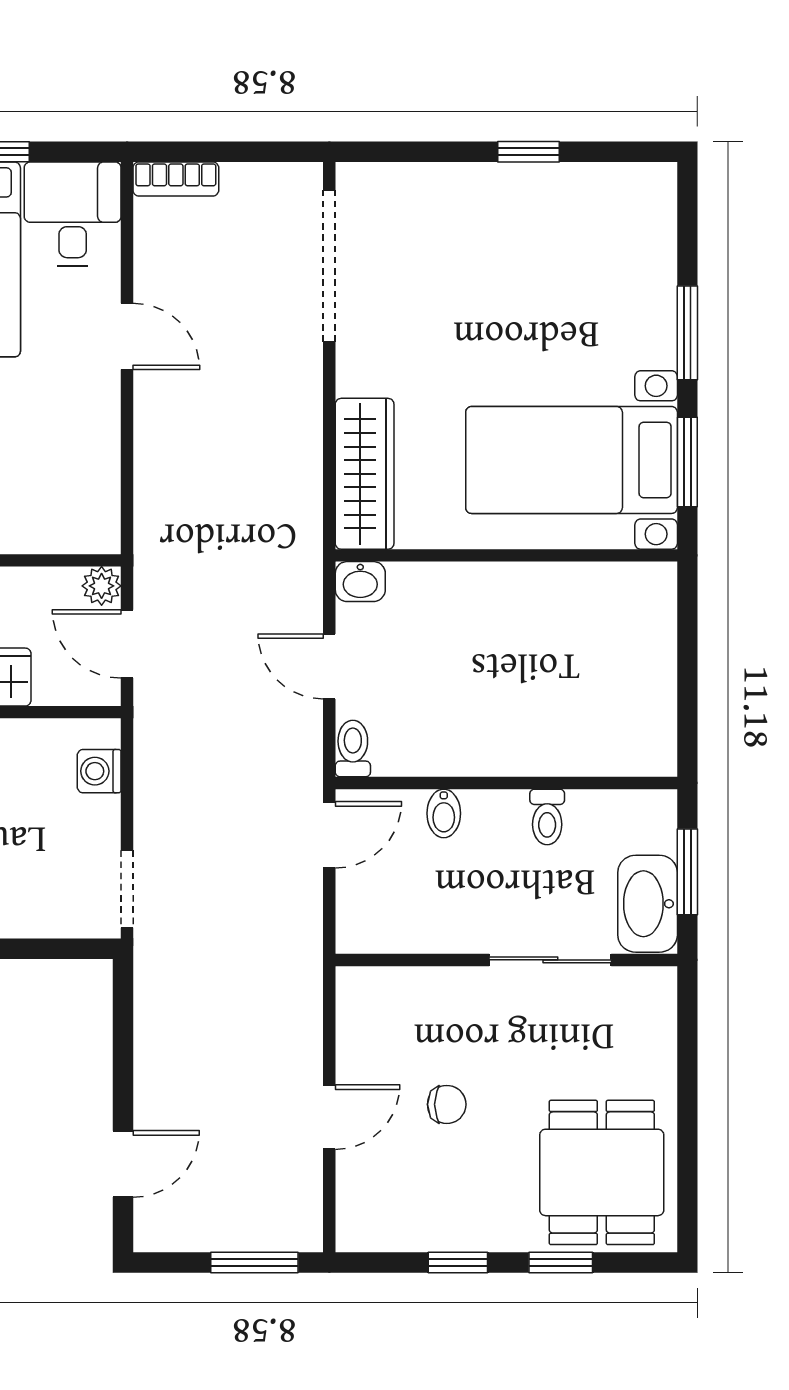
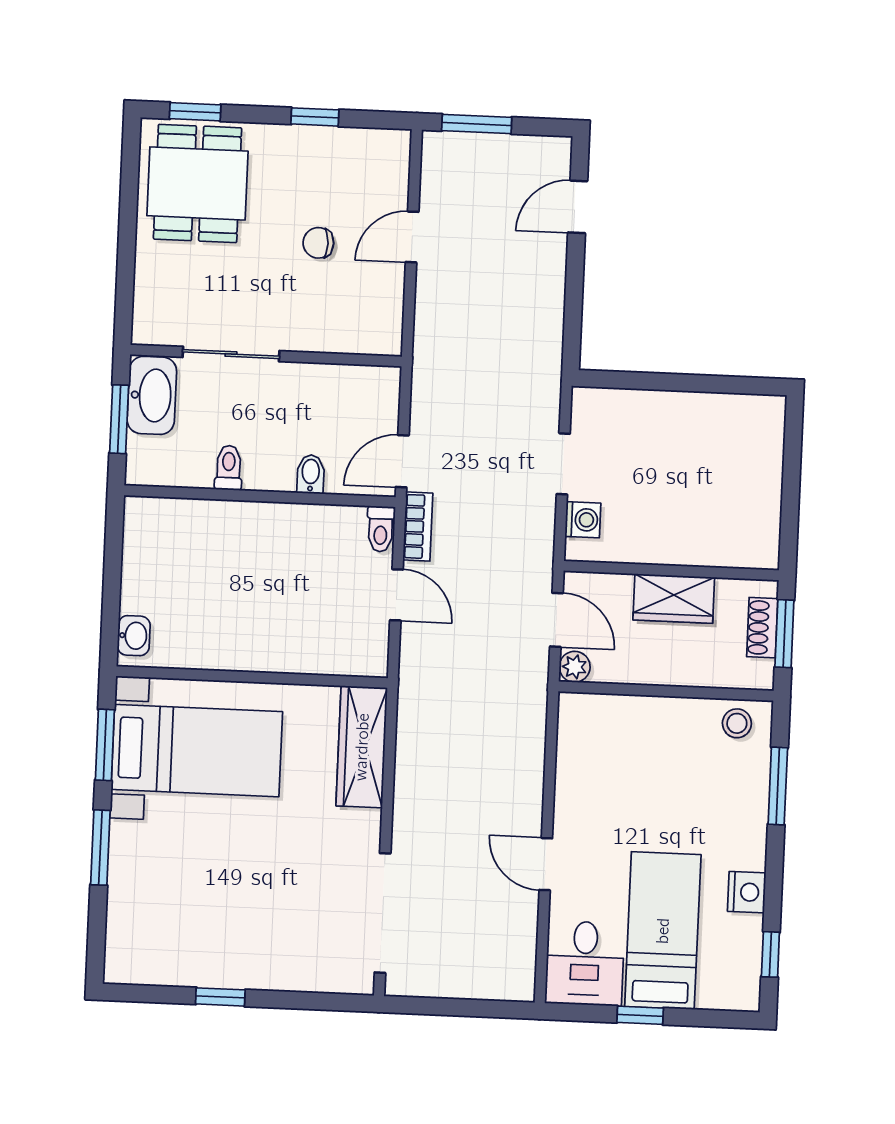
bookcase: (176, 179) -> (418, 527), moved, turned 90
washbasin: (360, 582) -> (134, 636), moved, turned 90
doorway: (127, 889) -> (563, 464), moved
window: (561, 1262) -> (195, 112), moved

